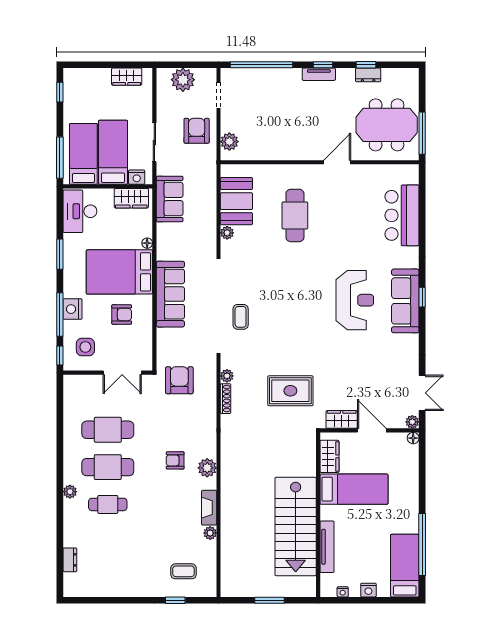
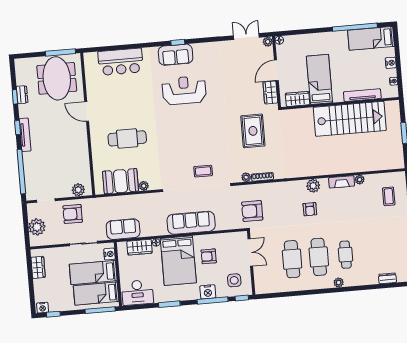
tv unit: (319, 74) -> (25, 135), width x1.41
nightstand: (70, 78) -> (43, 308), added
wardrobe: (131, 198) -> (139, 247), moved, turned 90
sofa: (405, 301) -> (176, 55), width x0.73
armchair: (122, 315) -> (209, 256), turned -90

